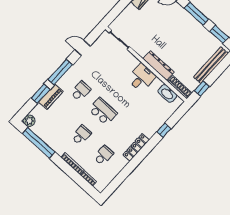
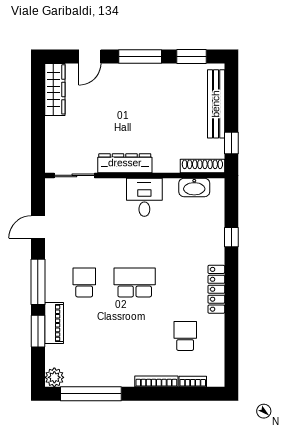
dresser: (159, 66) -> (125, 163), moved
school desk: (81, 135) -> (135, 336), removed

